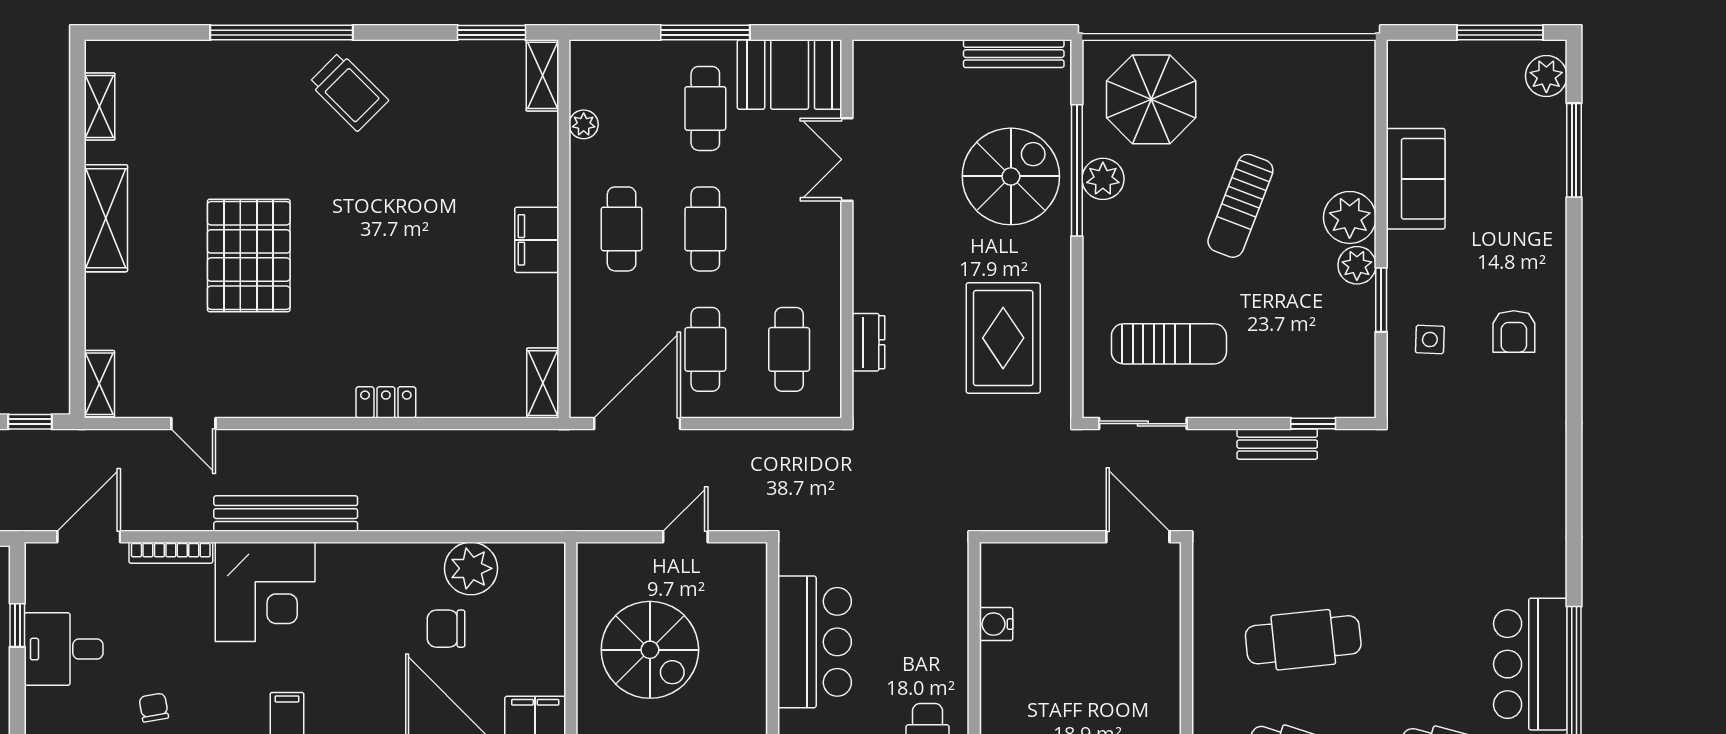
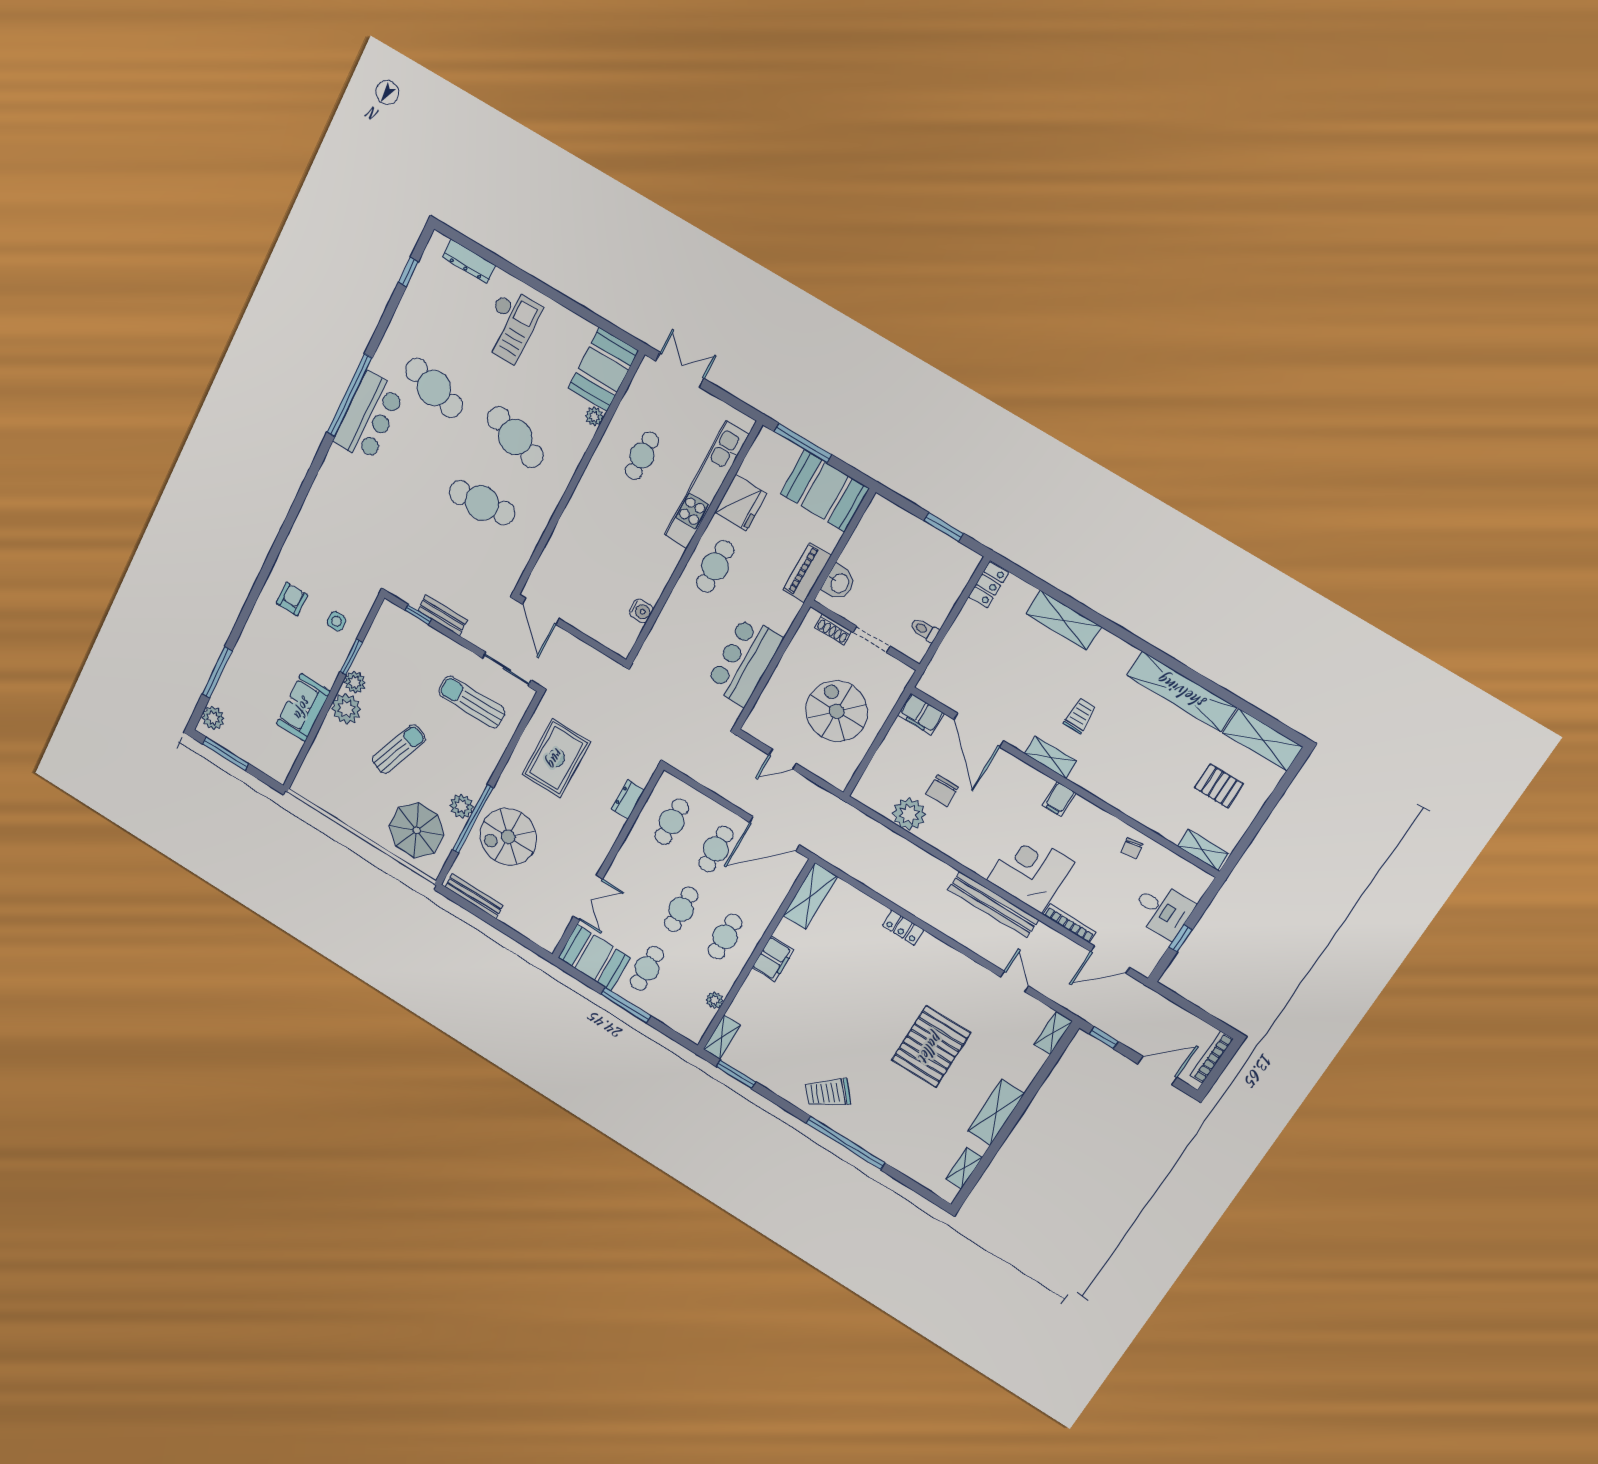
trolley: (349, 92) -> (828, 1093), turned -84
shelving: (543, 383) -> (810, 896), width x1.50, depth x1.33
chair: (446, 629) -> (942, 791), turned 90

